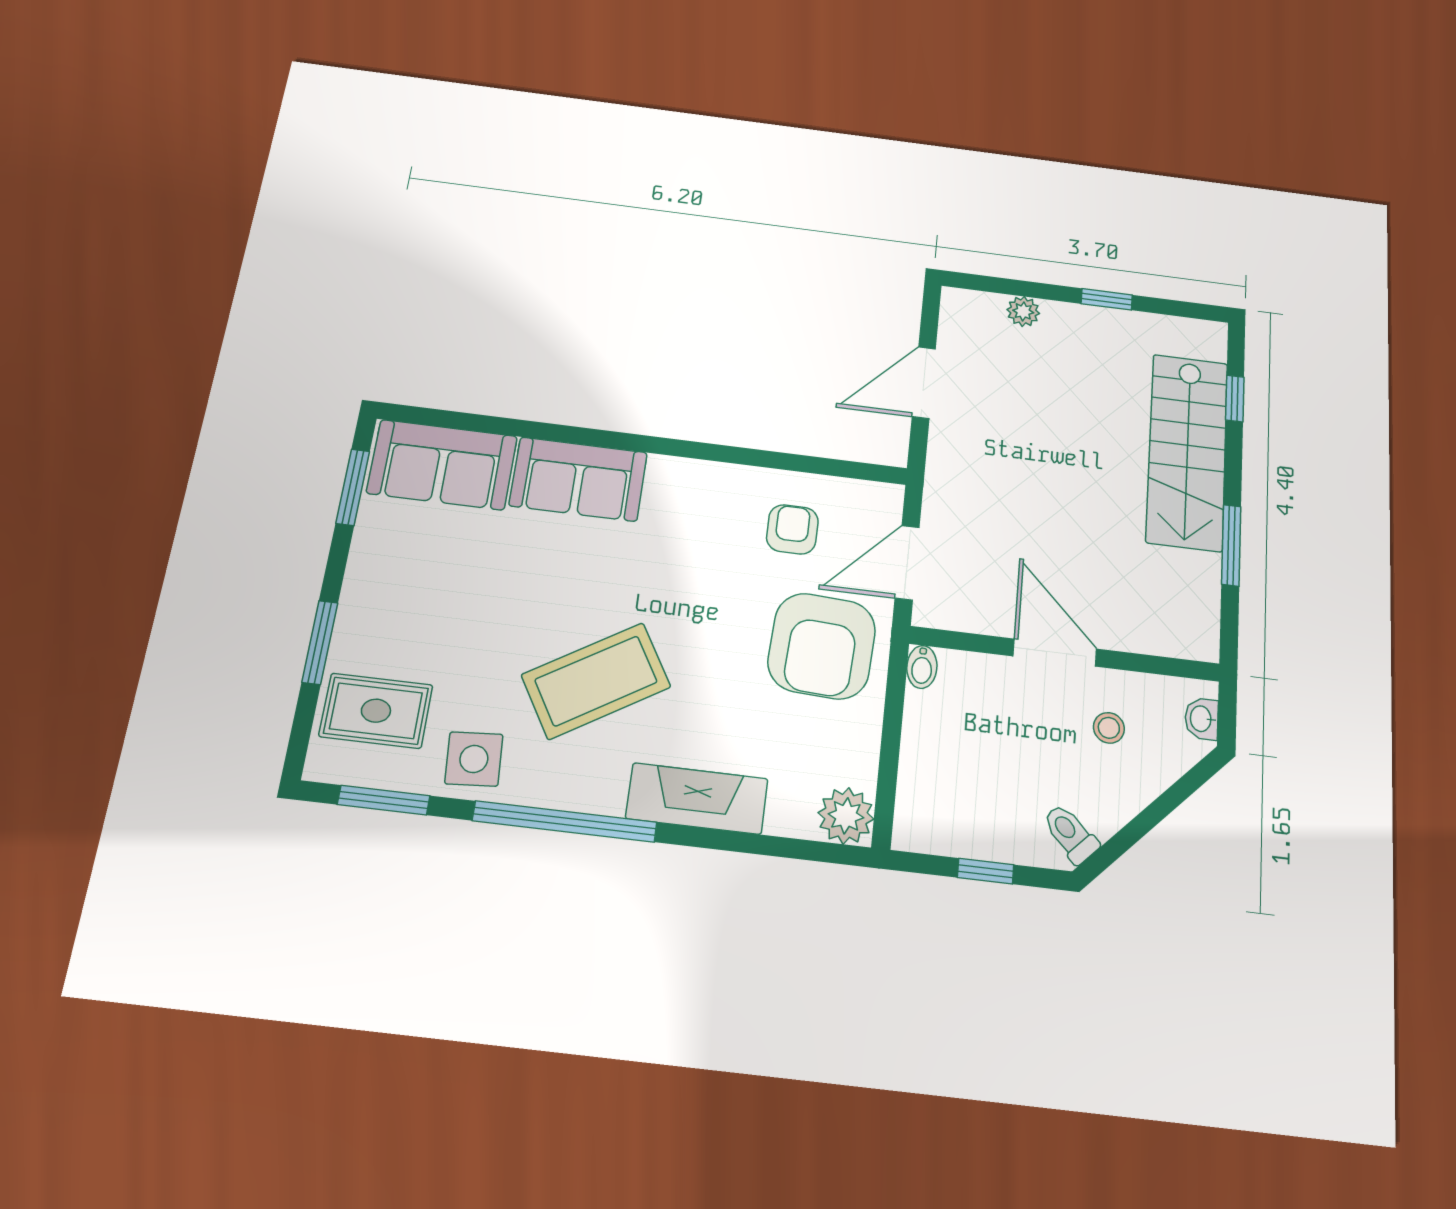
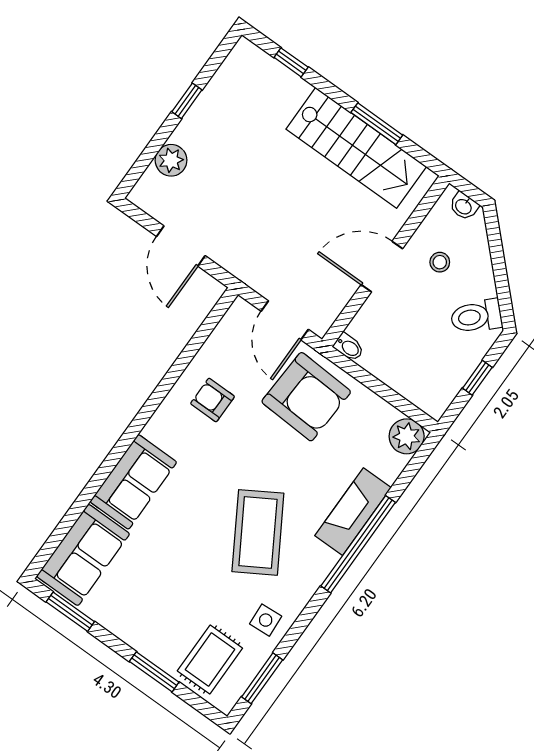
plant: (1023, 311) -> (171, 160), width x1.38, depth x1.38
stairs: (1187, 452) -> (356, 148), moved
armchair: (792, 529) -> (213, 400), moved
side table: (474, 759) -> (266, 620), width x0.73, depth x0.73
window: (565, 821) -> (358, 544), moved
toilet: (1070, 834) -> (476, 316), width x1.37, depth x1.39

